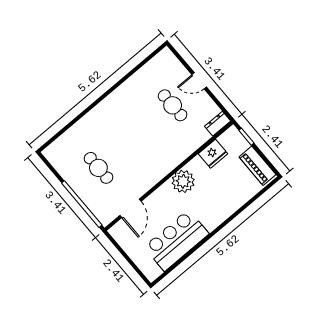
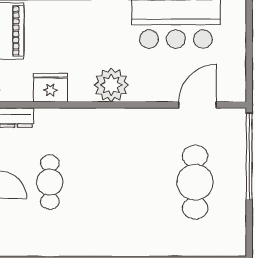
cafe table: (98, 168) -> (195, 182), width x1.37, depth x1.35

